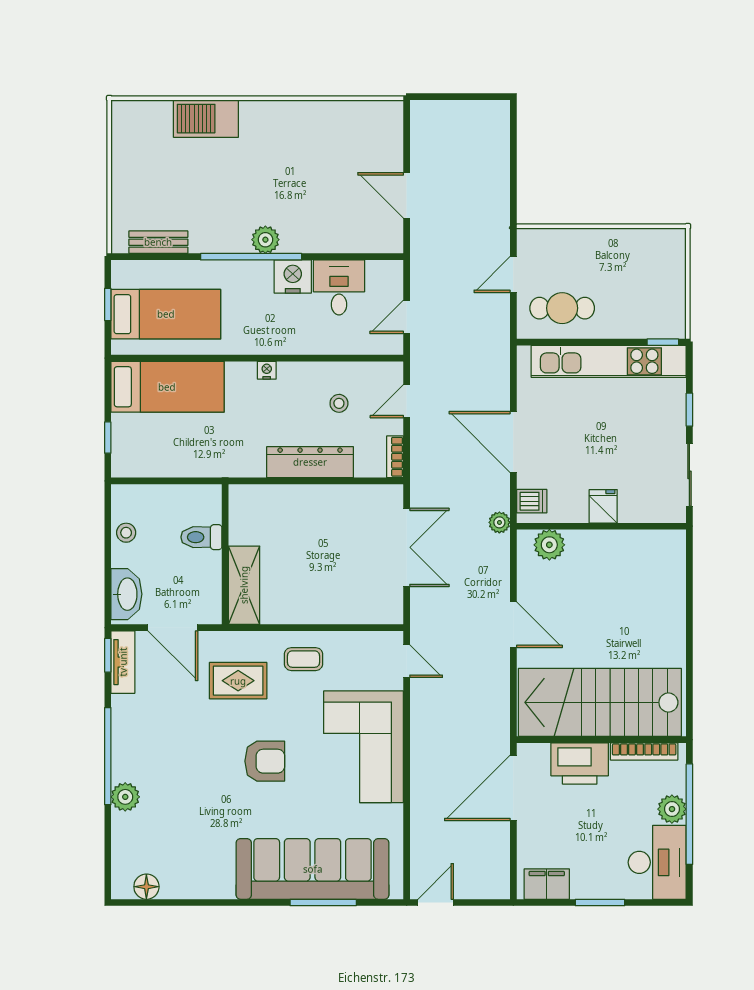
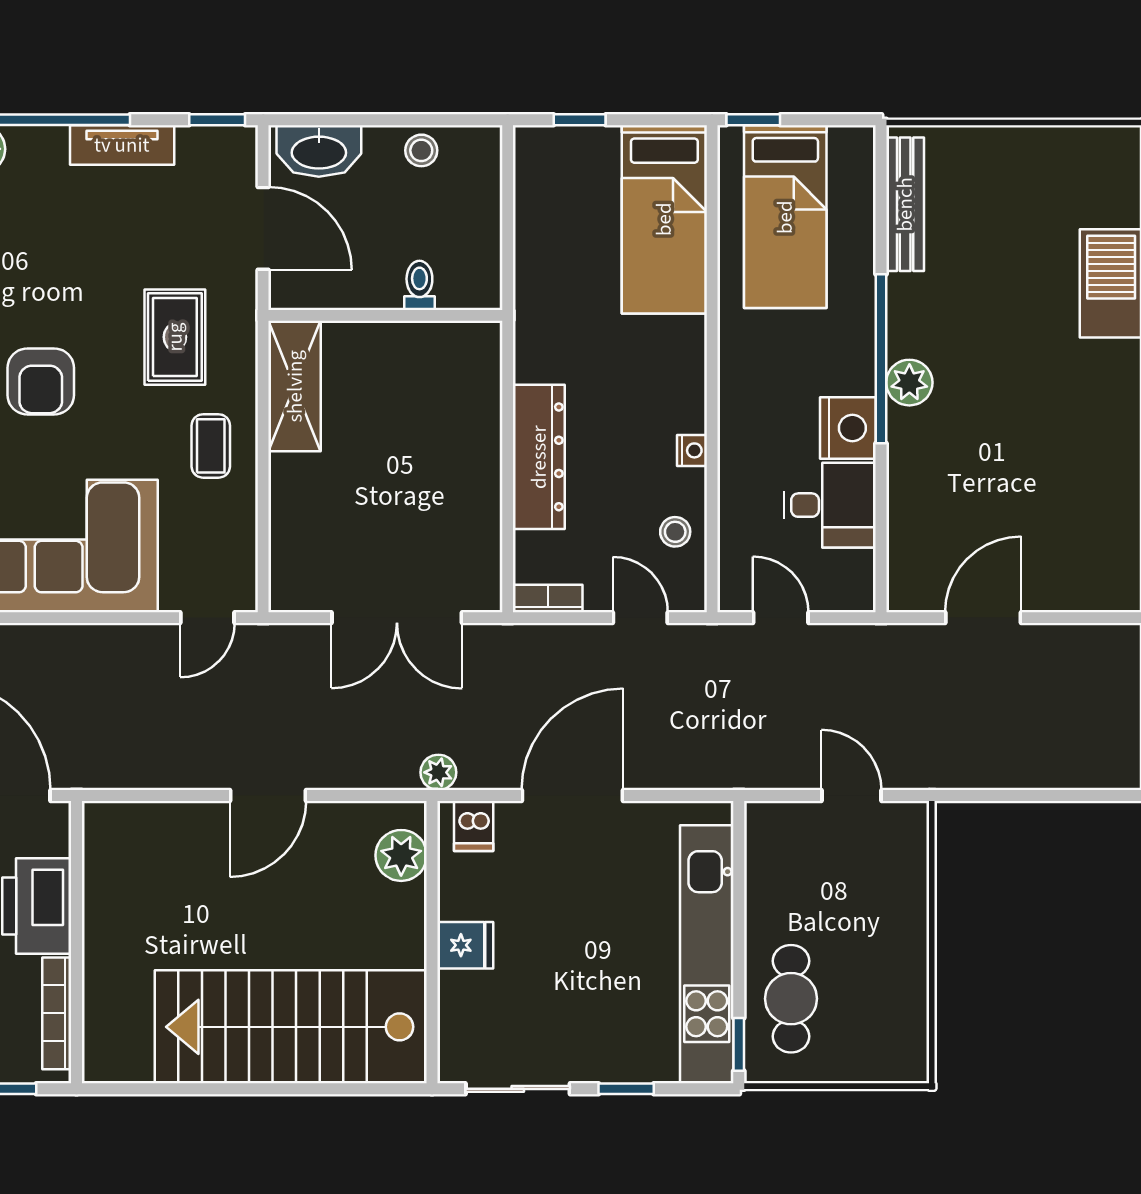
bench: (158, 242) -> (905, 204), width x1.36
window: (108, 304) -> (753, 120), moved
cafe table: (562, 308) -> (791, 999), moved
nightstand: (267, 370) -> (692, 450), moved
stool: (339, 403) -> (675, 532), moved
toilet: (201, 537) -> (419, 285), width x0.73, depth x0.72
shelving: (244, 585) -> (295, 386), moved, turned 90
door: (173, 628) -> (263, 228), swing flipped
tv unit: (123, 662) -> (122, 145), moved
stairs: (600, 702) -> (291, 1027), moved, turned -90

